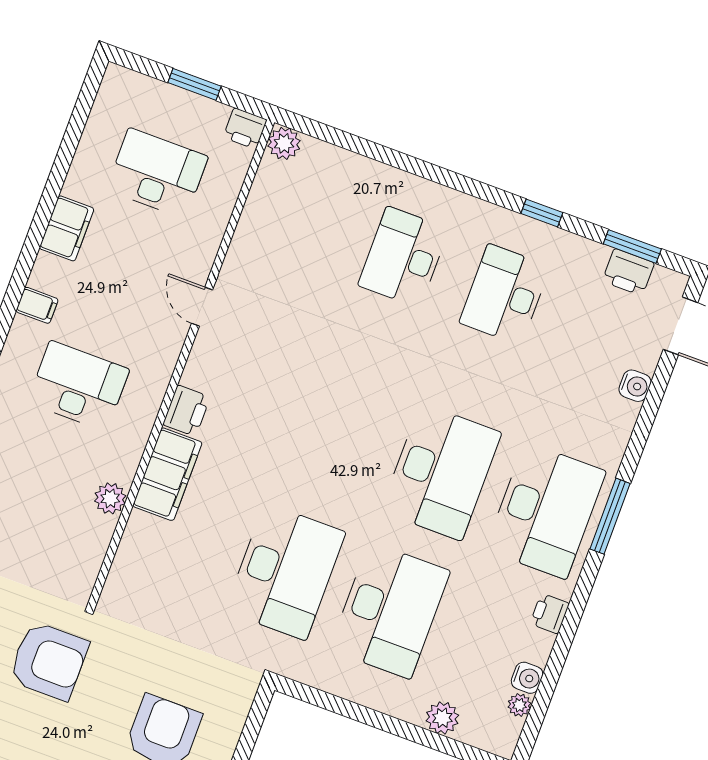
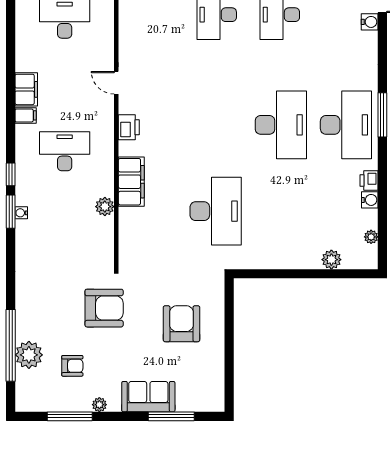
filing cabinet: (67, 228) -> (26, 89), moved
water cooler: (635, 386) -> (370, 22), moved
printer: (186, 411) -> (129, 127), moved
desk: (390, 610) -> (281, 211), removed
water cooler: (527, 678) -> (370, 200), moved

